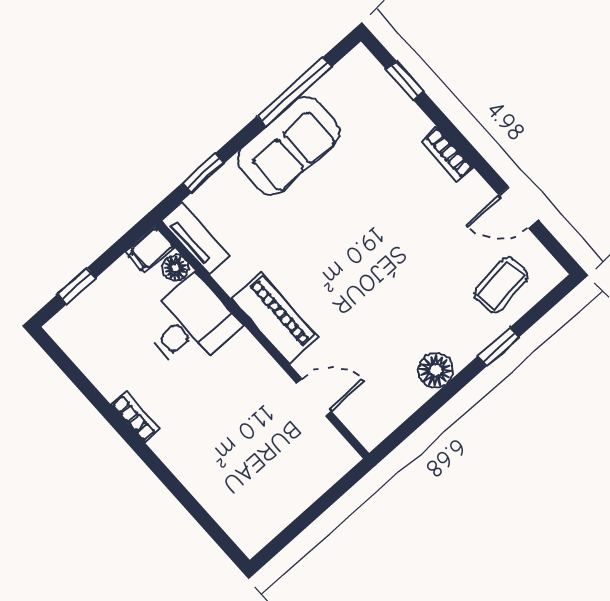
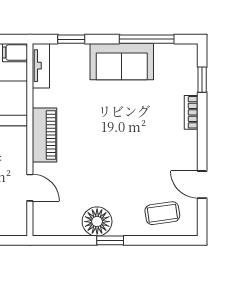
bookcase: (447, 154) -> (191, 112), moved
floor lamp: (176, 268) -> (19, 71), removed
window: (498, 347) -> (110, 240), moved
floor lamp: (436, 370) -> (97, 222), width x1.38, depth x1.38

